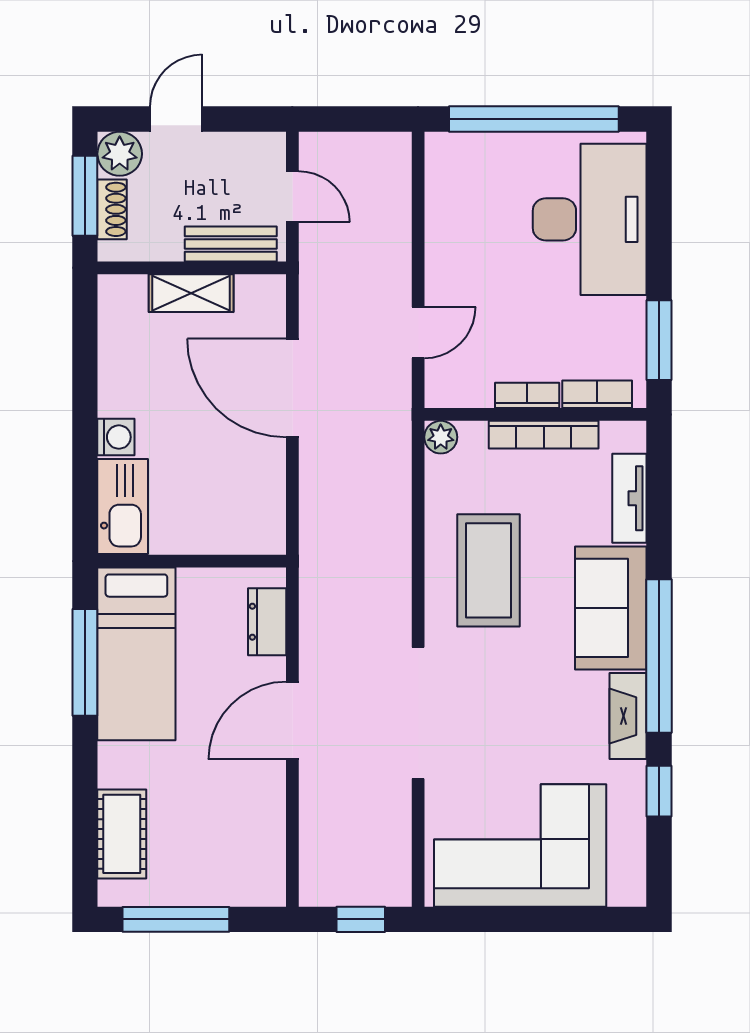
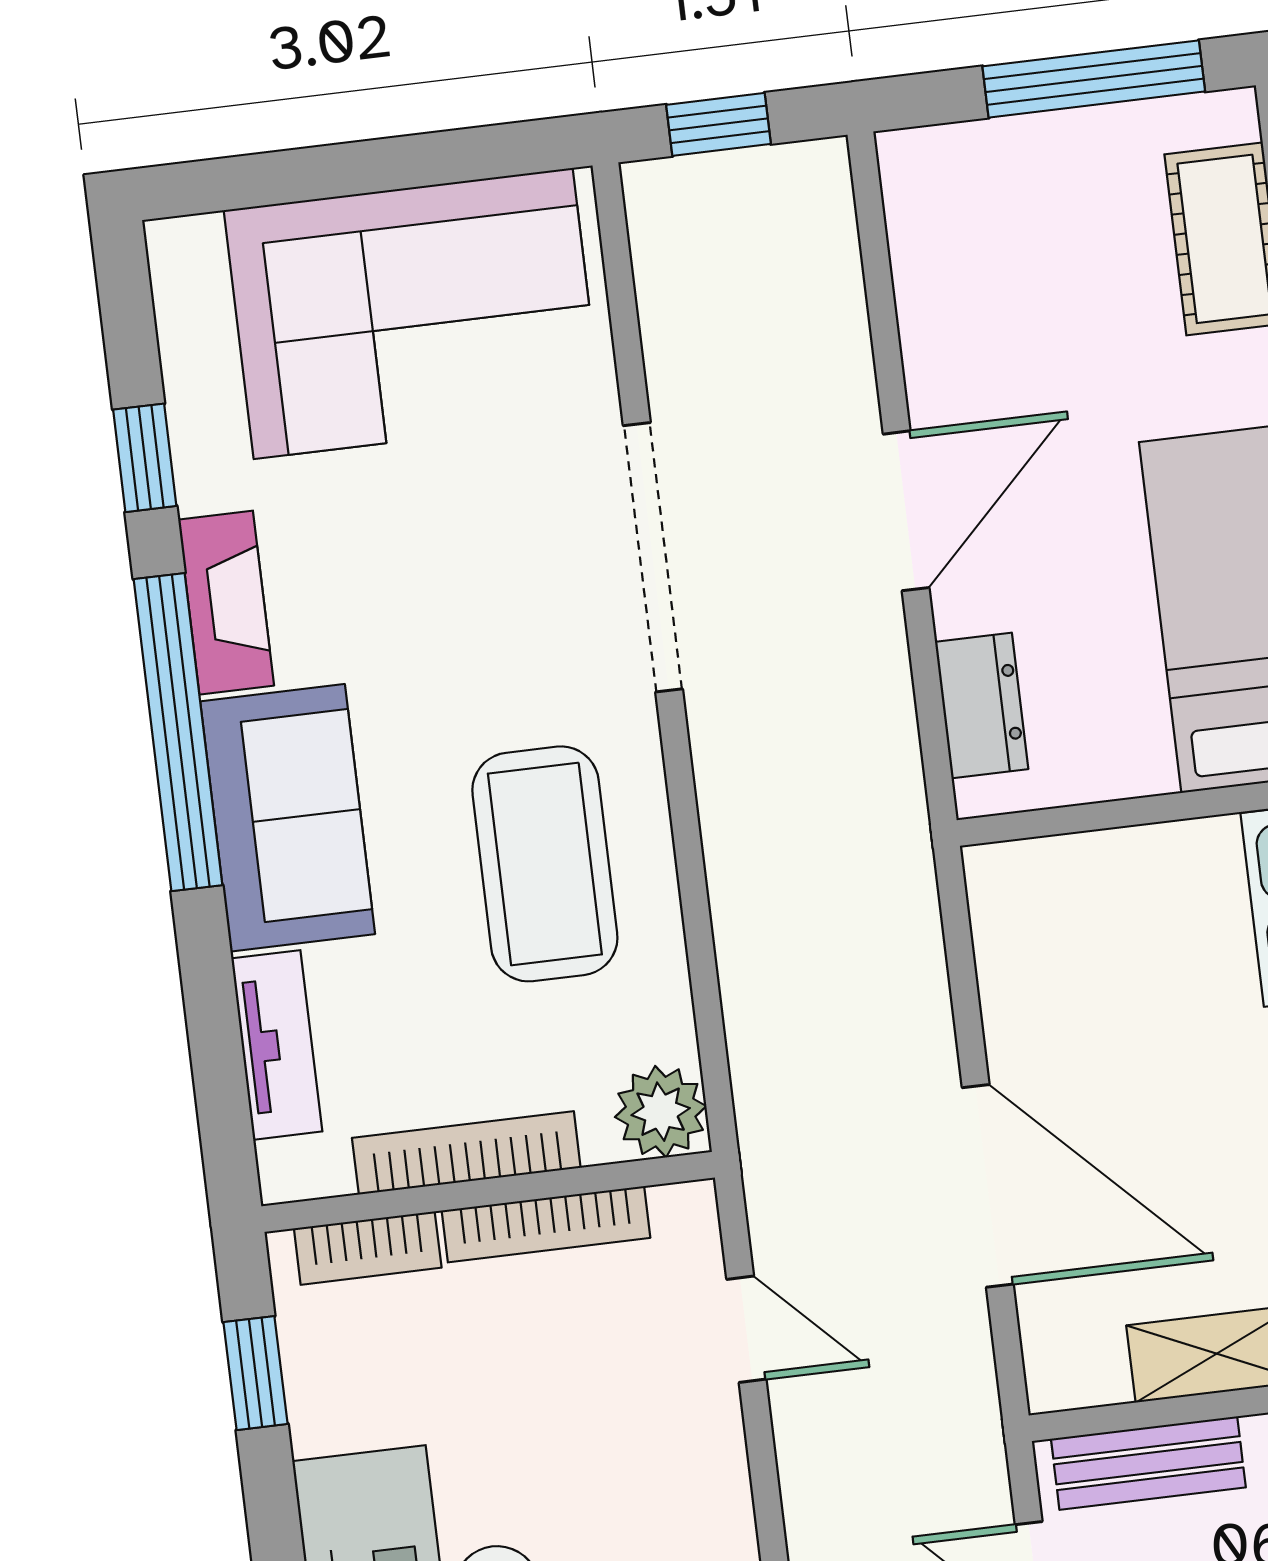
door: (418, 333) -> (746, 1329), swing flipped
window: (659, 340) -> (256, 1373), width x0.67
bookcase: (527, 395) -> (546, 1224), width x1.56
plant: (441, 437) -> (661, 1112), width x1.38, depth x1.38

